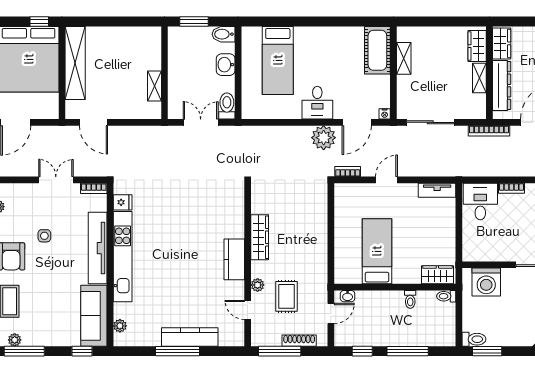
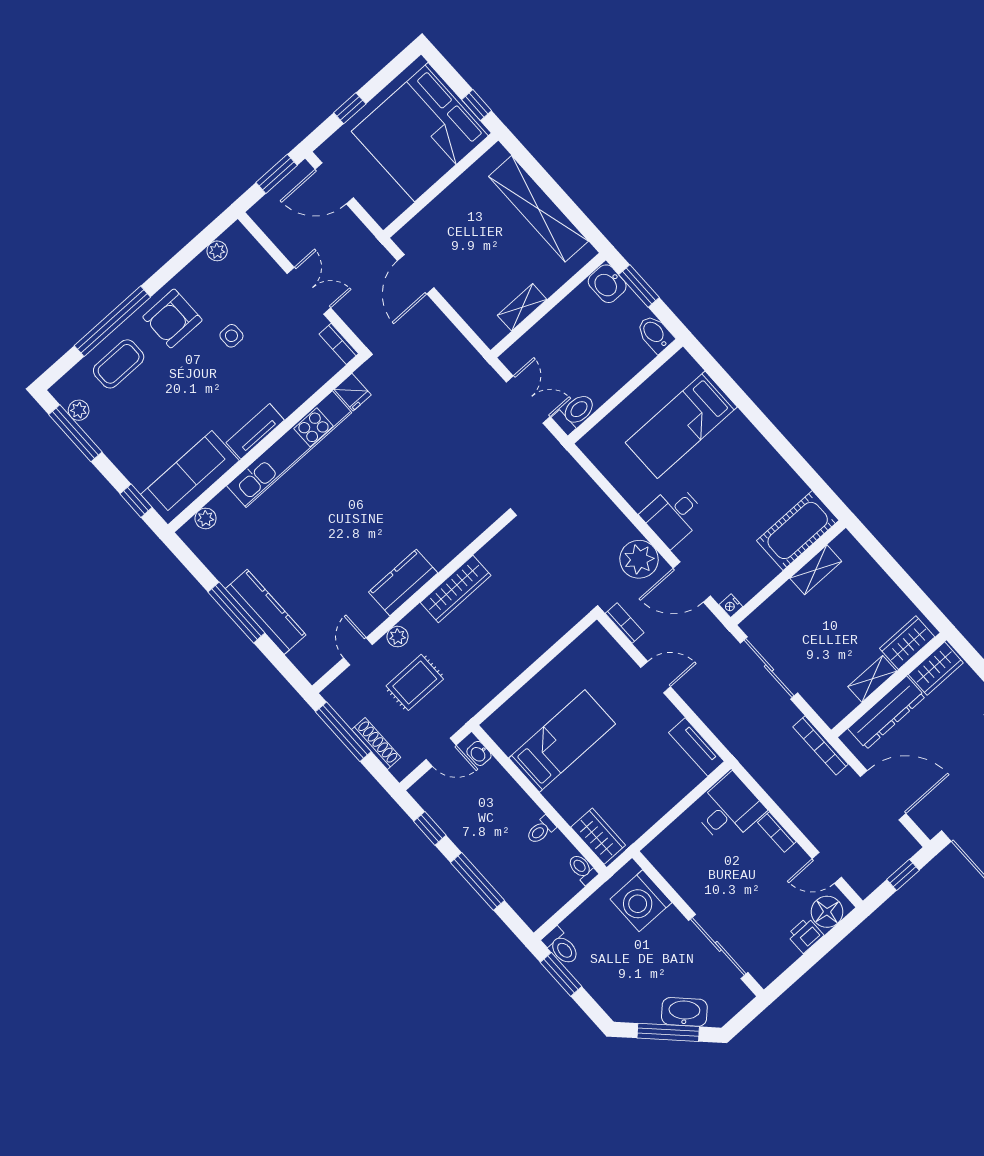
shelving: (75, 63) -> (538, 209), moved, turned 90
washbasin: (226, 65) -> (607, 284), moved, turned -90
tv unit: (98, 248) -> (255, 431), width x0.52, depth x0.78

